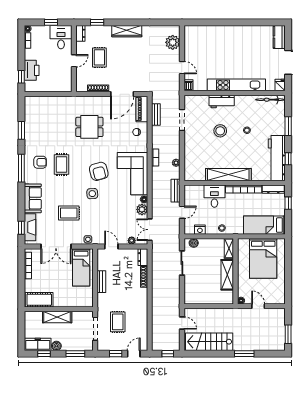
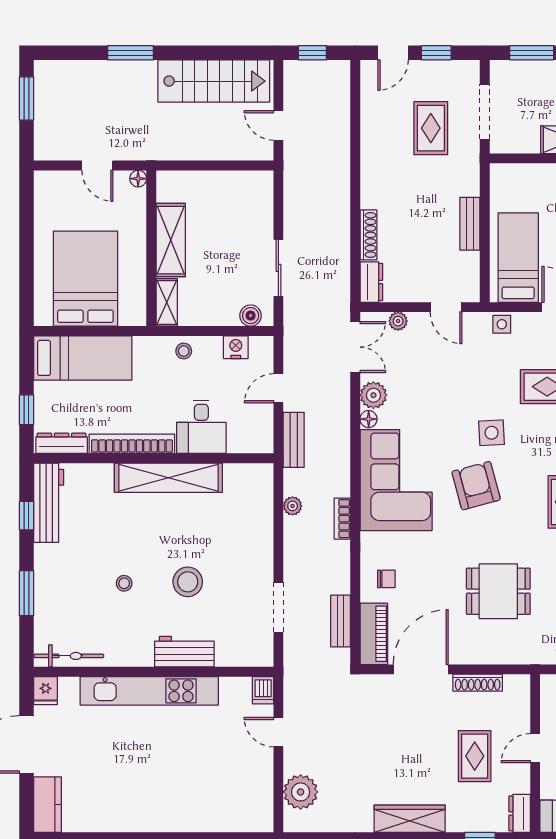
workbench: (277, 158) -> (49, 503), width x0.73, depth x0.76

